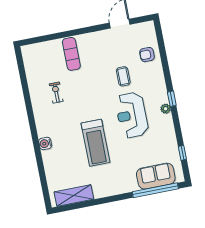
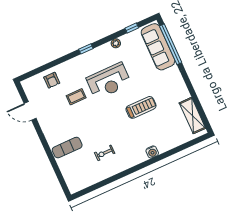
plant: (166, 109) -> (116, 43), moved
treadmill: (96, 143) -> (141, 107), width x0.73, depth x0.73
sofa: (156, 176) -> (158, 47), width x1.36

